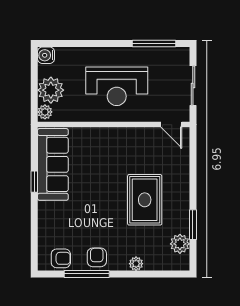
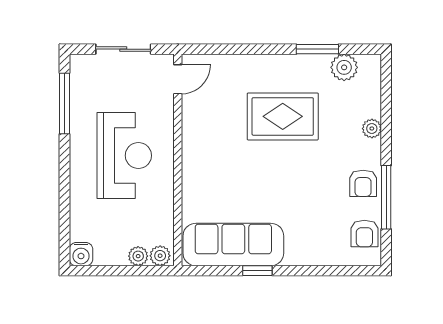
plant: (51, 90) -> (138, 256), width x0.53, depth x0.53
armchair: (97, 257) -> (363, 183), turned -90
armchair: (61, 258) -> (364, 233), turned 180

